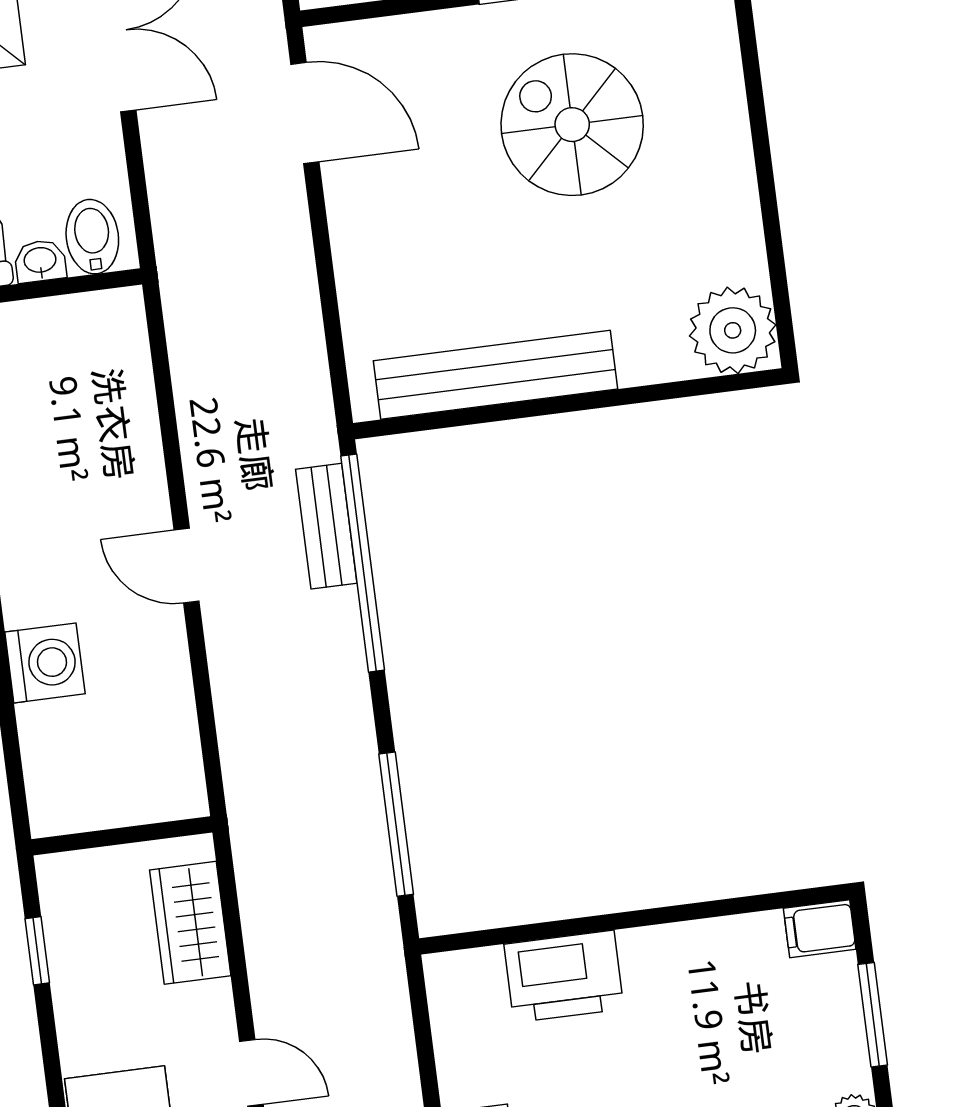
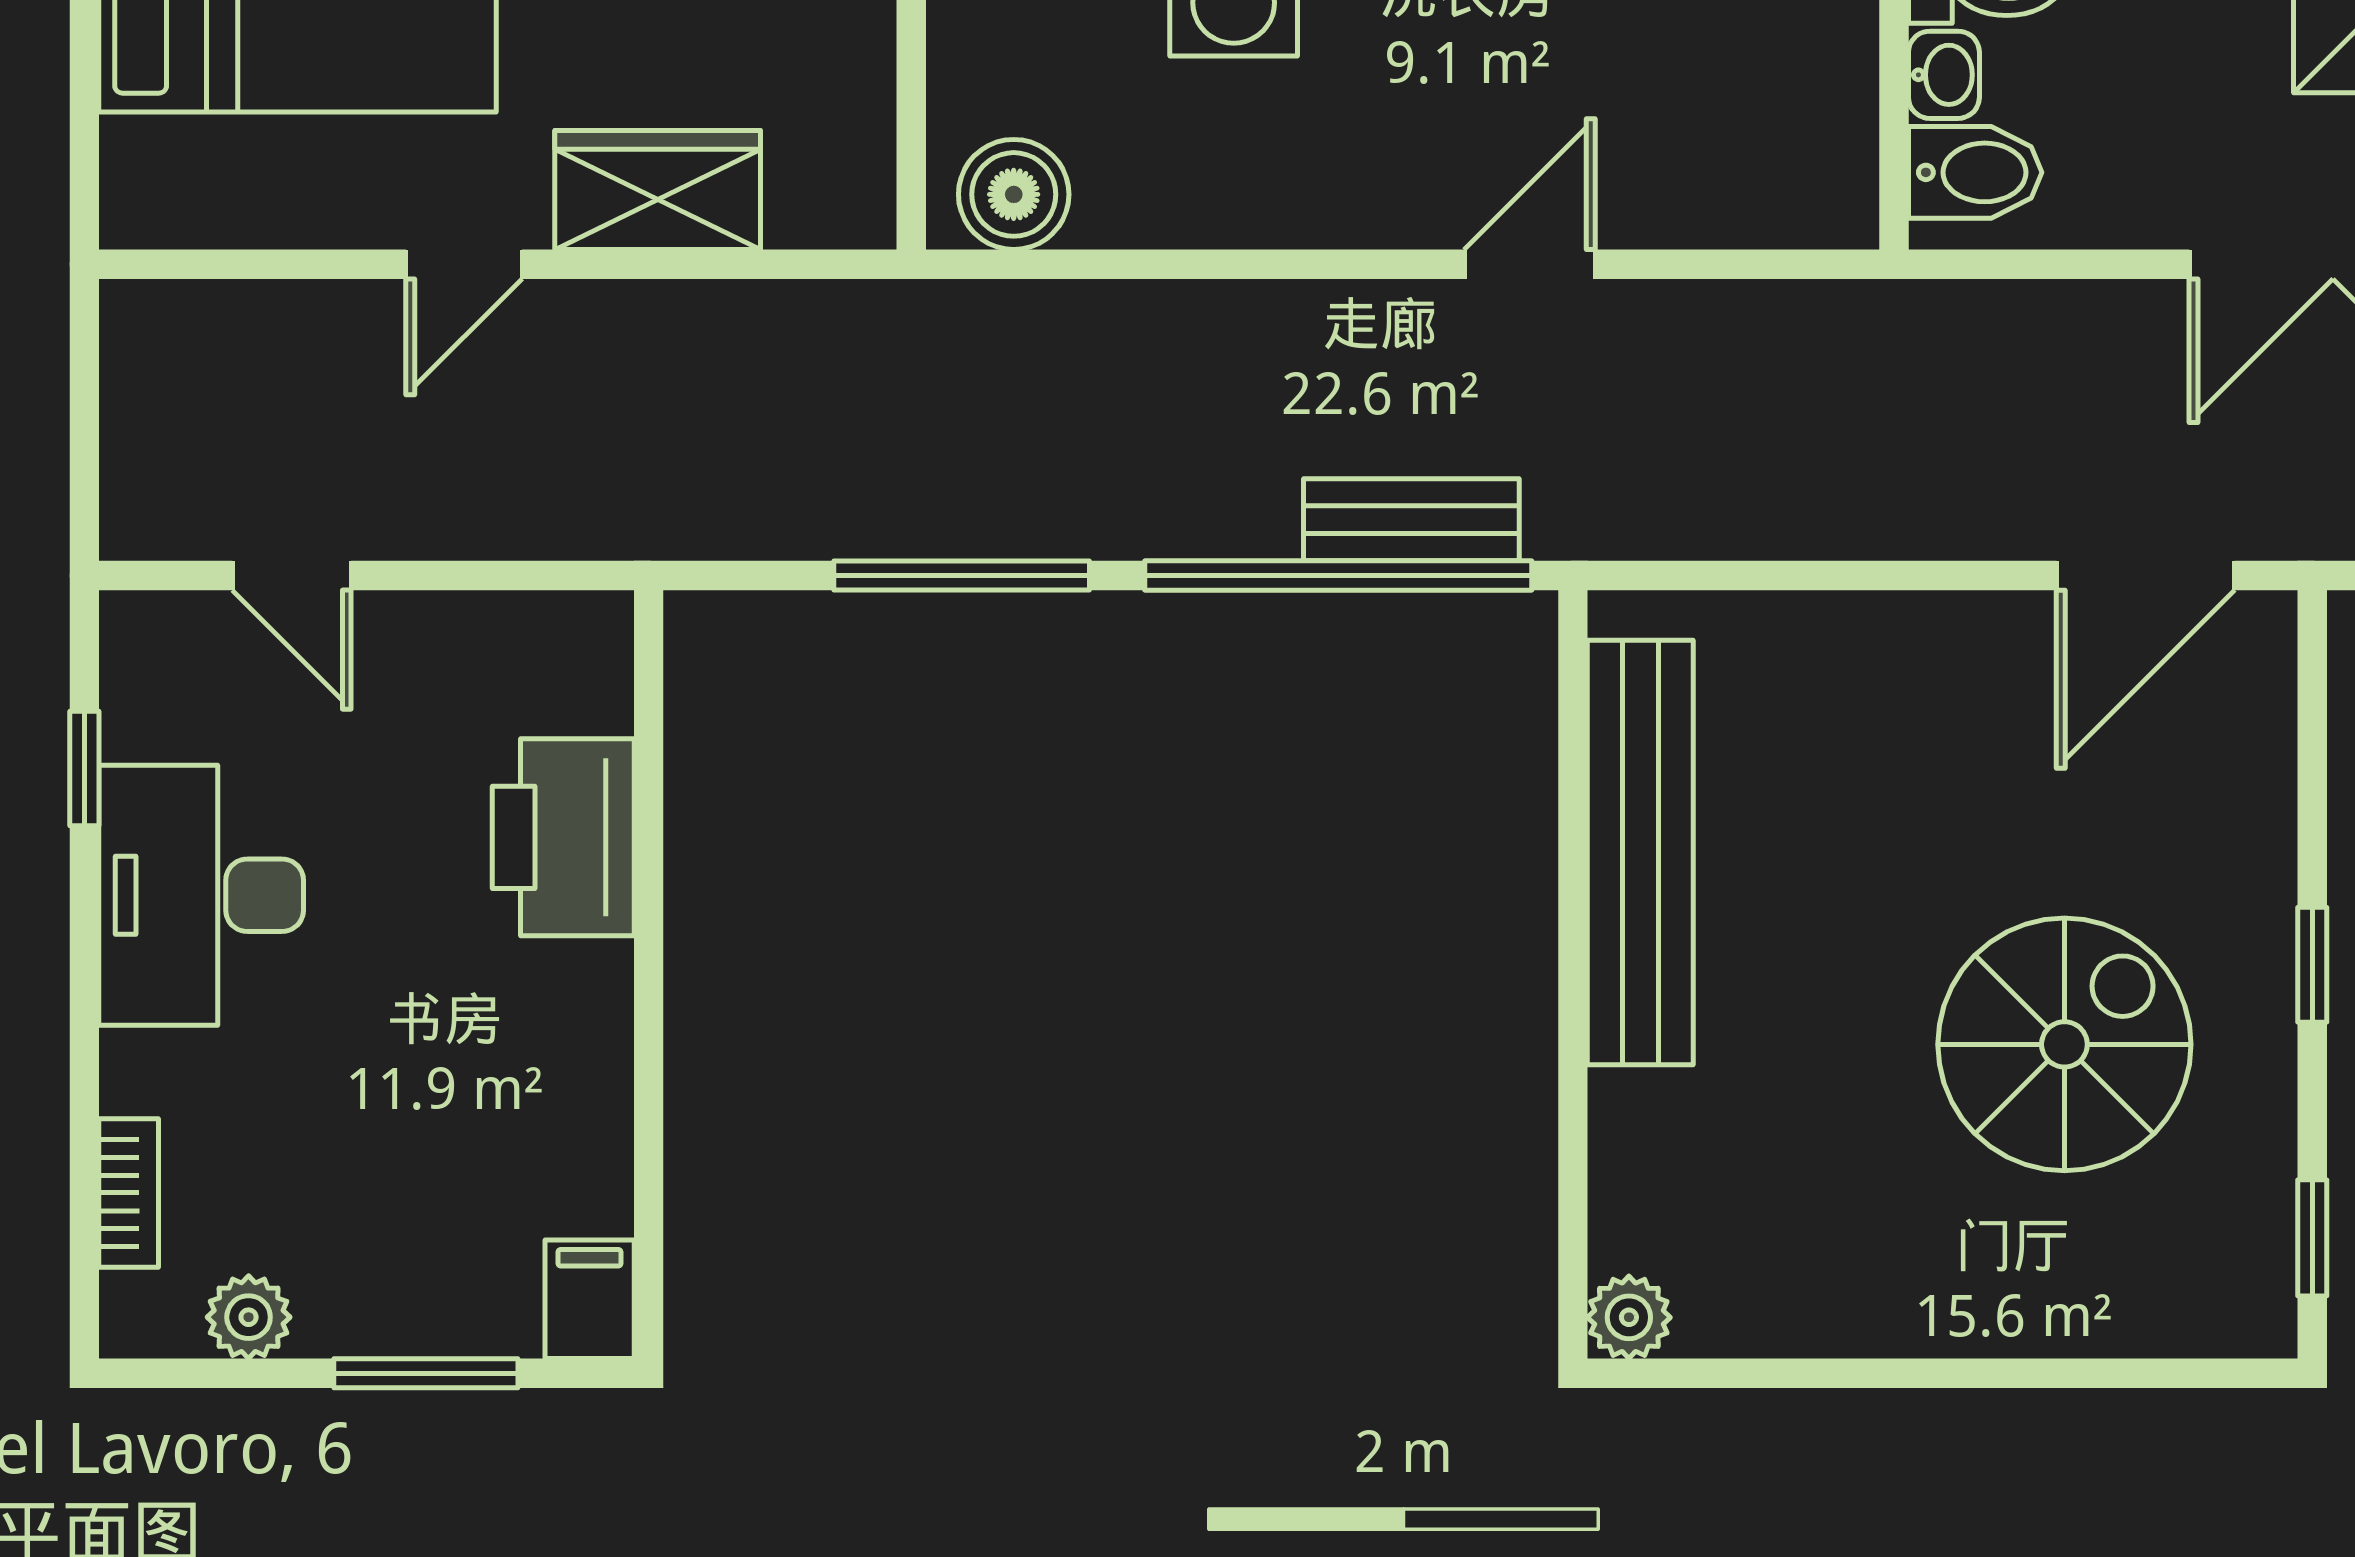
plant: (733, 330) -> (1629, 1317), width x0.53, depth x0.53
door: (187, 566) -> (1530, 264), moved
boiler: (173, 771) -> (1014, 194), added
window: (396, 824) -> (962, 575), moved
wardrobe: (190, 923) -> (658, 190), moved

